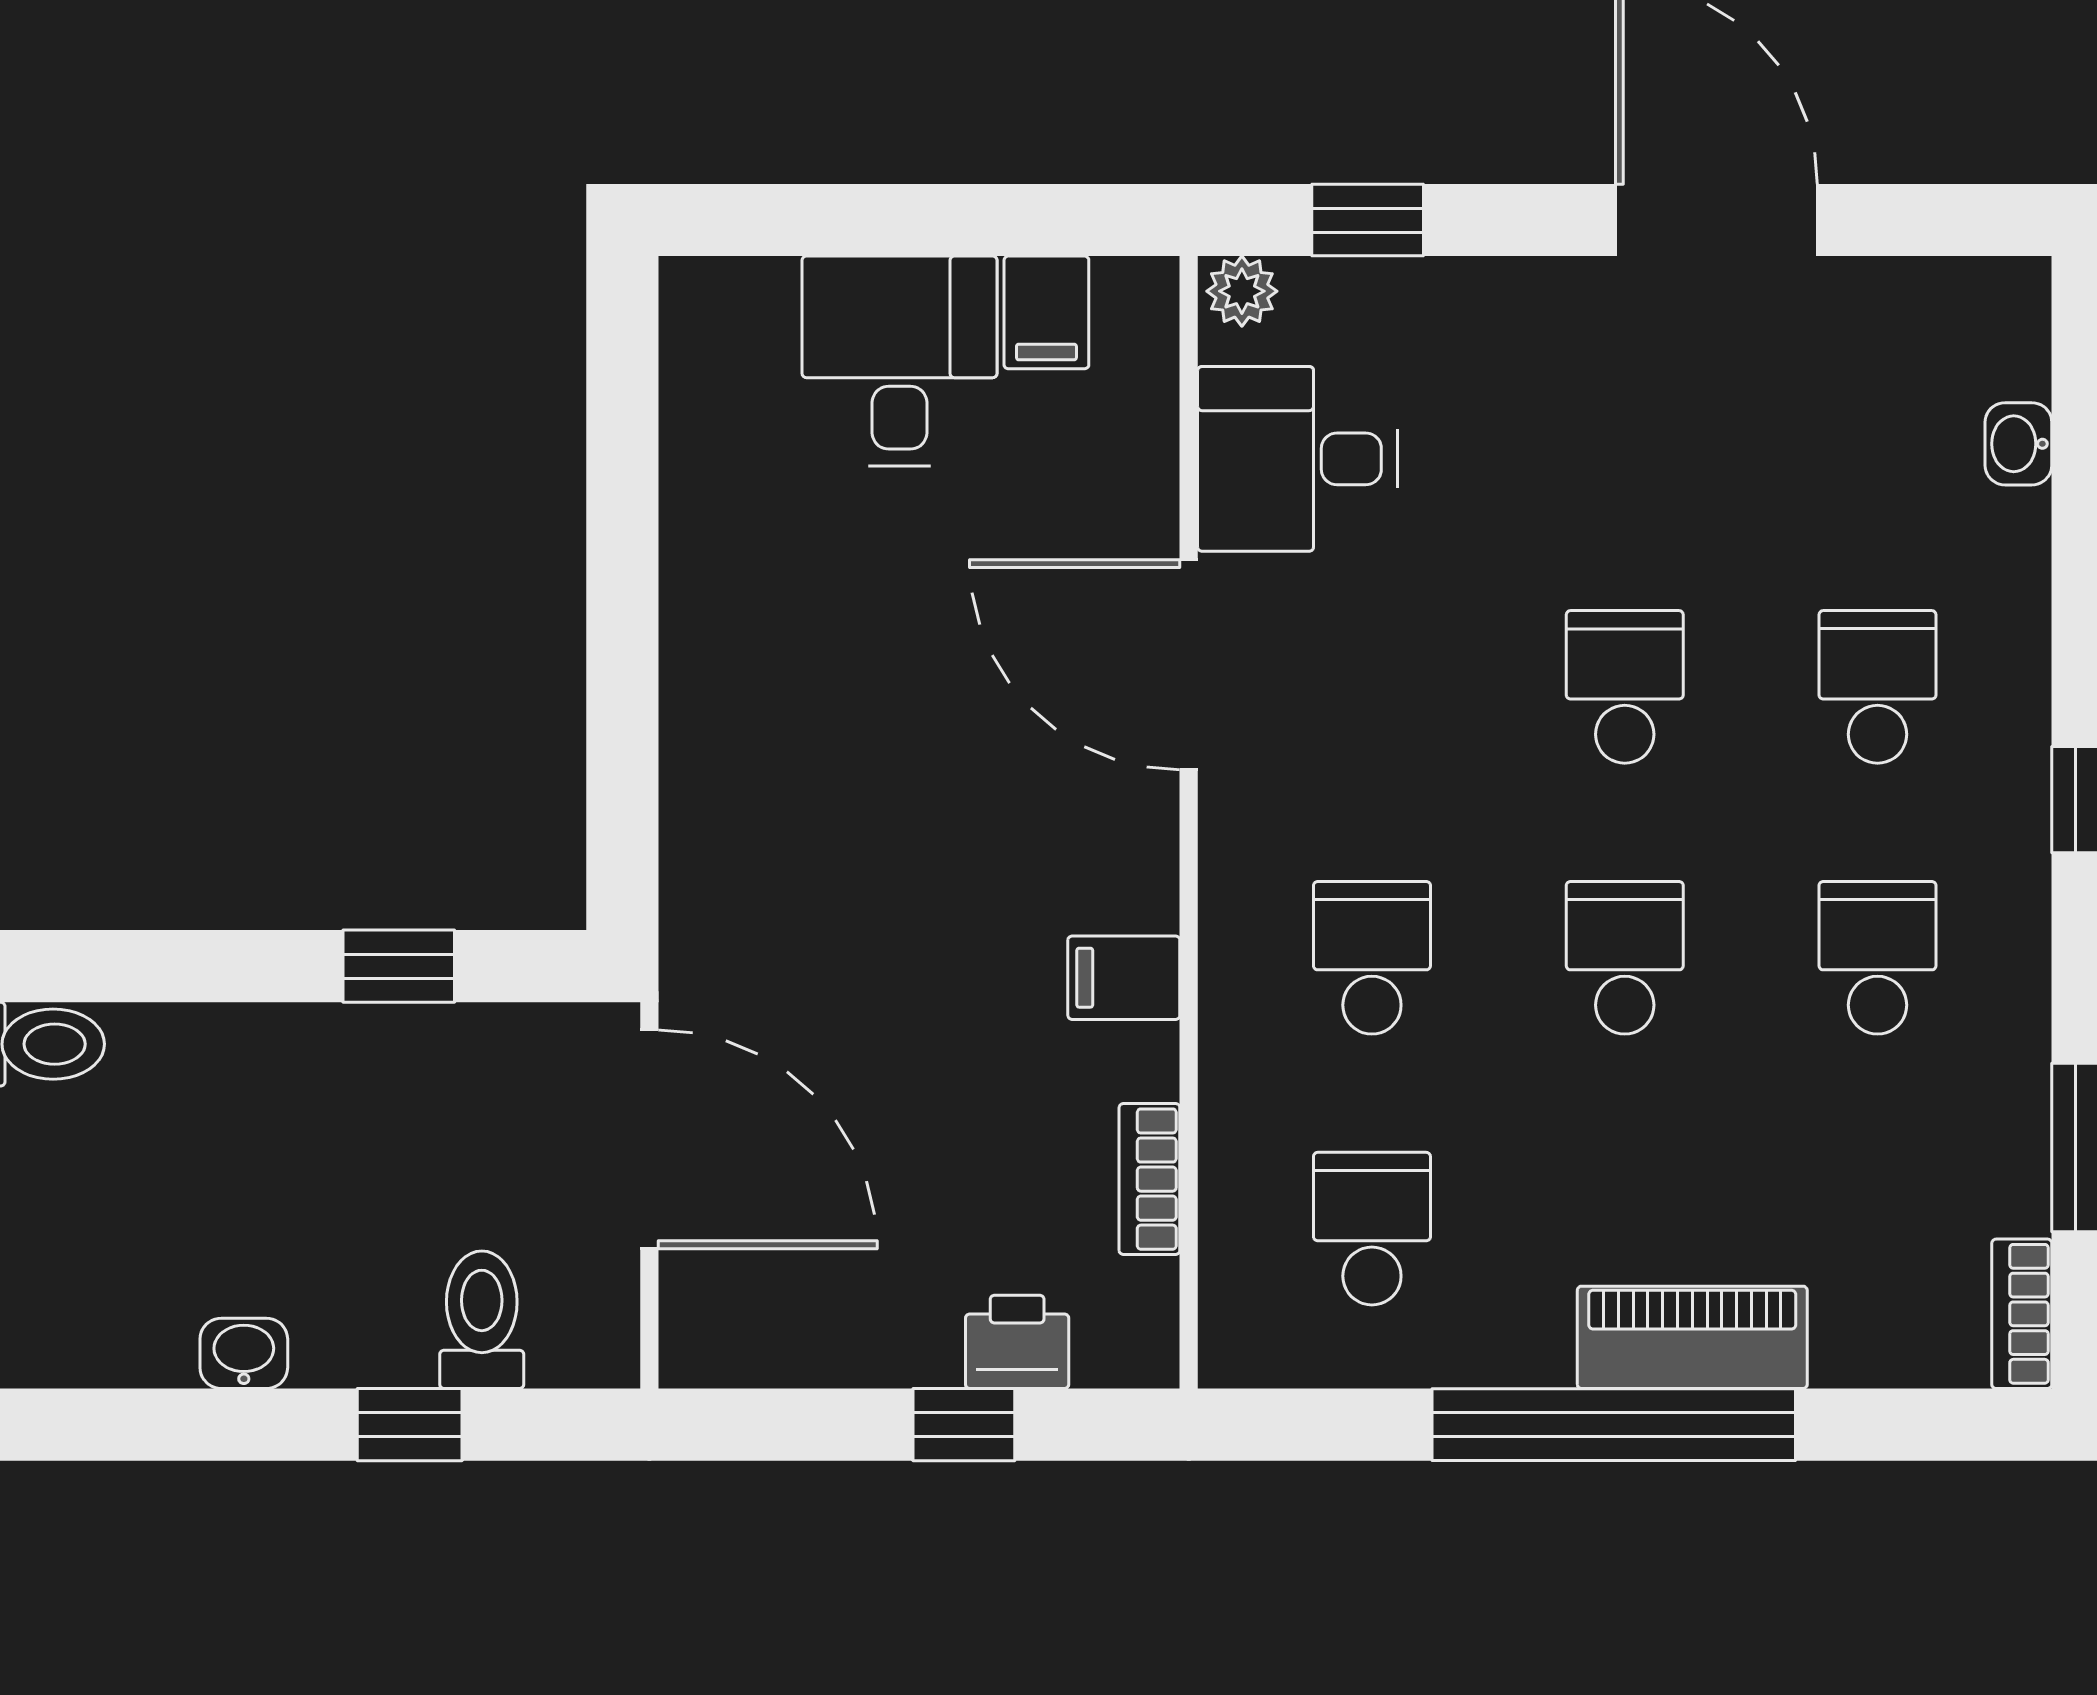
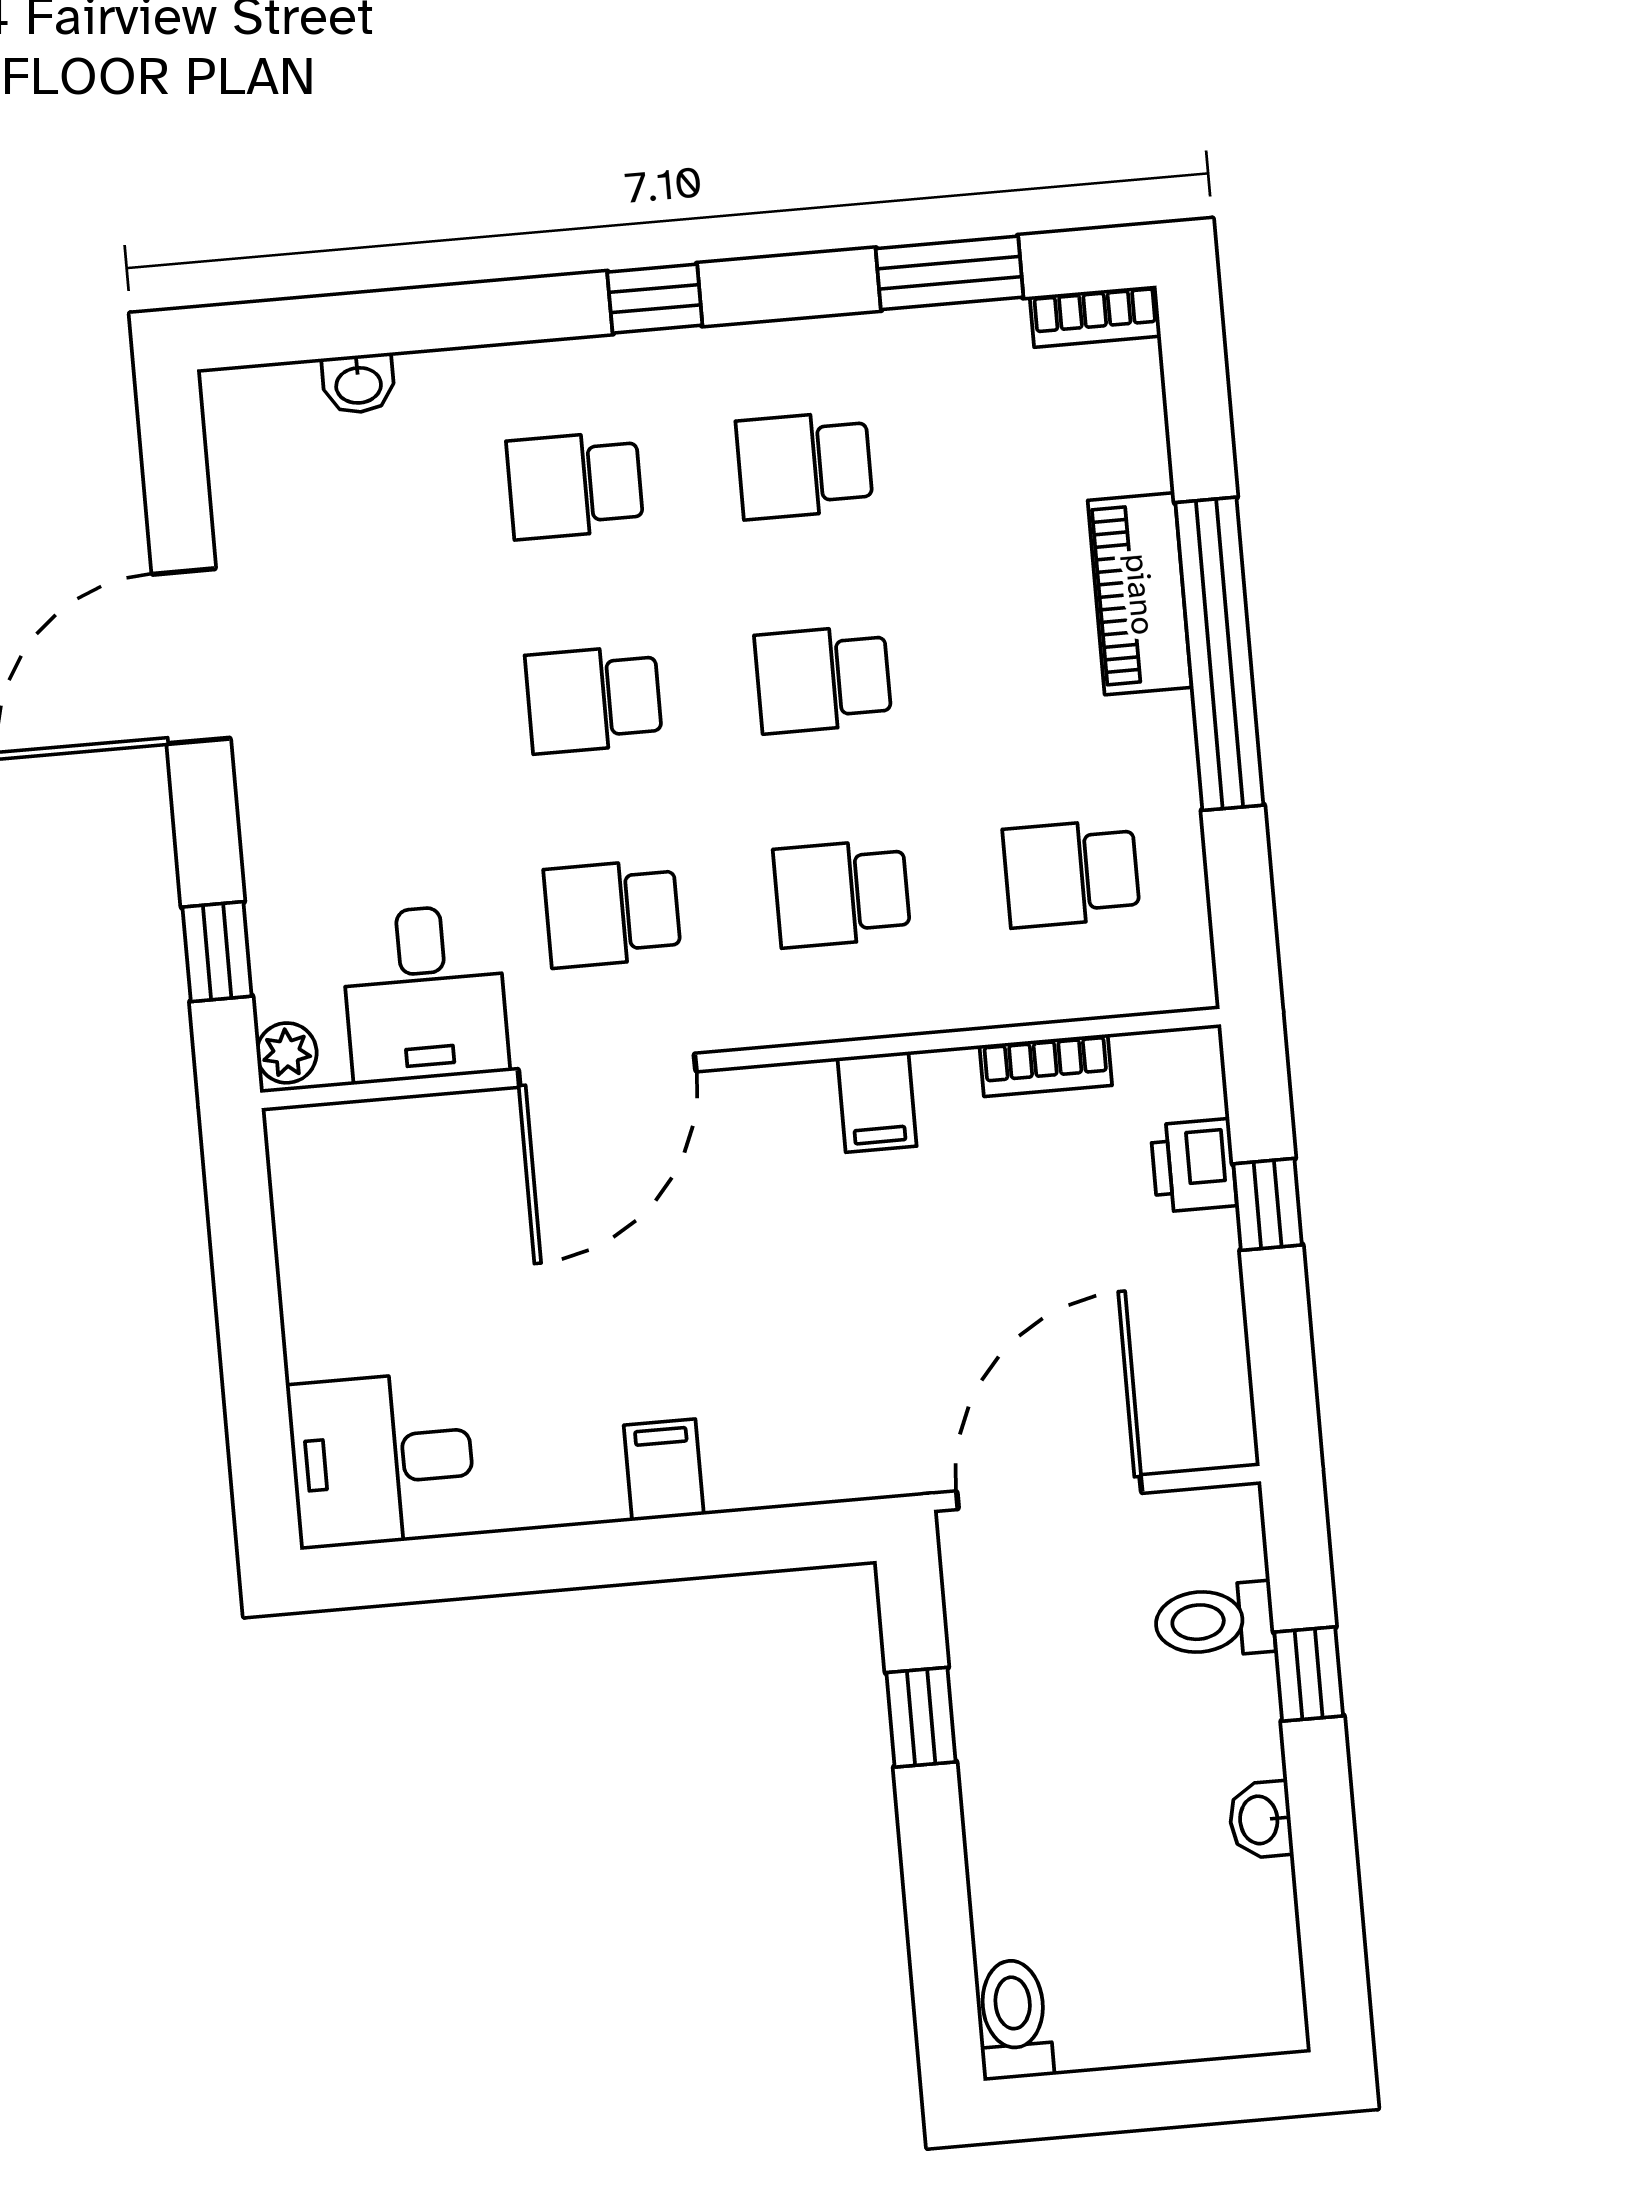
filing cabinet: (1046, 312) -> (664, 1470), moved, turned -90
desk: (899, 361) -> (382, 1460), moved
school desk: (1372, 687) -> (612, 913), added

